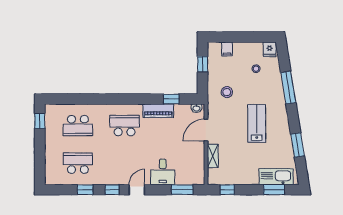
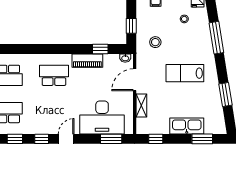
window: (203, 64) -> (131, 26), moved
lab bench: (257, 123) -> (185, 73), turned -90
desk: (163, 172) -> (102, 117), width x1.87, depth x1.30
kitchen sink: (276, 177) -> (187, 126), moved

